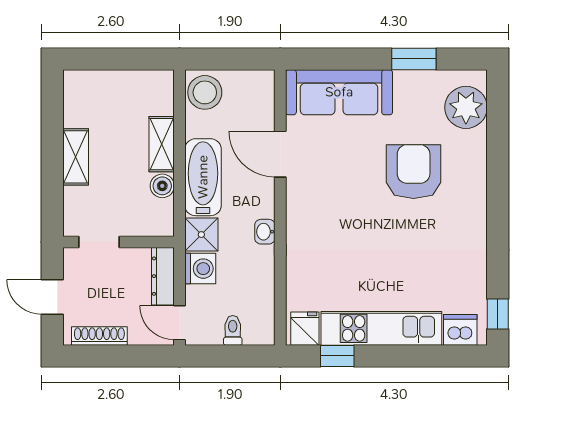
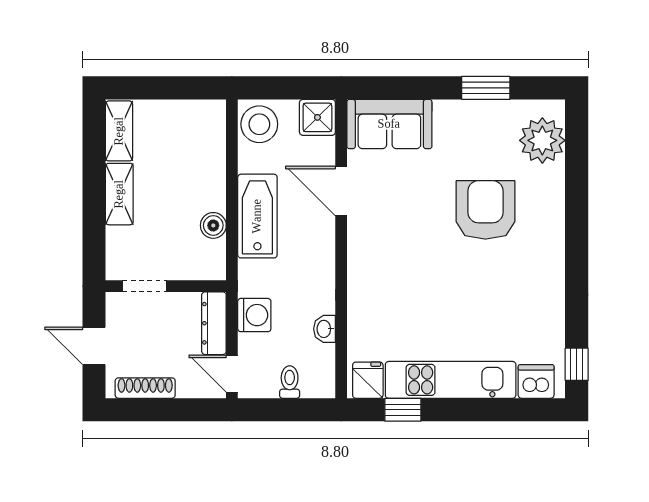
sofa: (339, 92) -> (389, 124), width x0.73
shelving: (162, 144) -> (119, 131), moved
washbasin: (265, 232) -> (324, 329), moved
shower: (201, 235) -> (317, 117), moved

